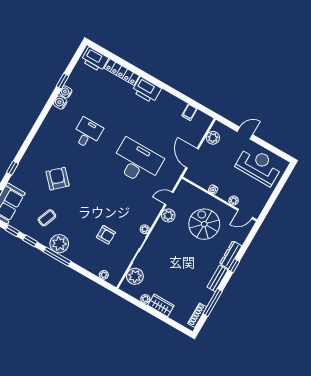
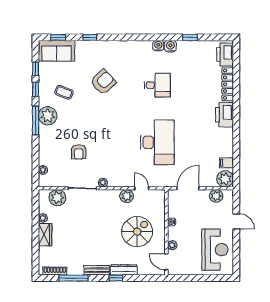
water cooler: (66, 92) -> (158, 46), moved
plant: (203, 121) -> (225, 179), added

